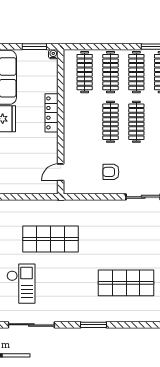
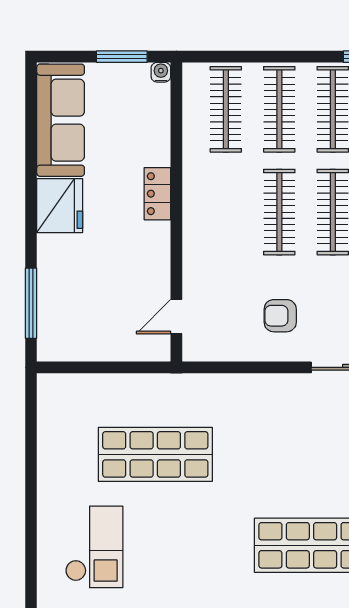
locker: (52, 113) -> (157, 194), width x0.66

